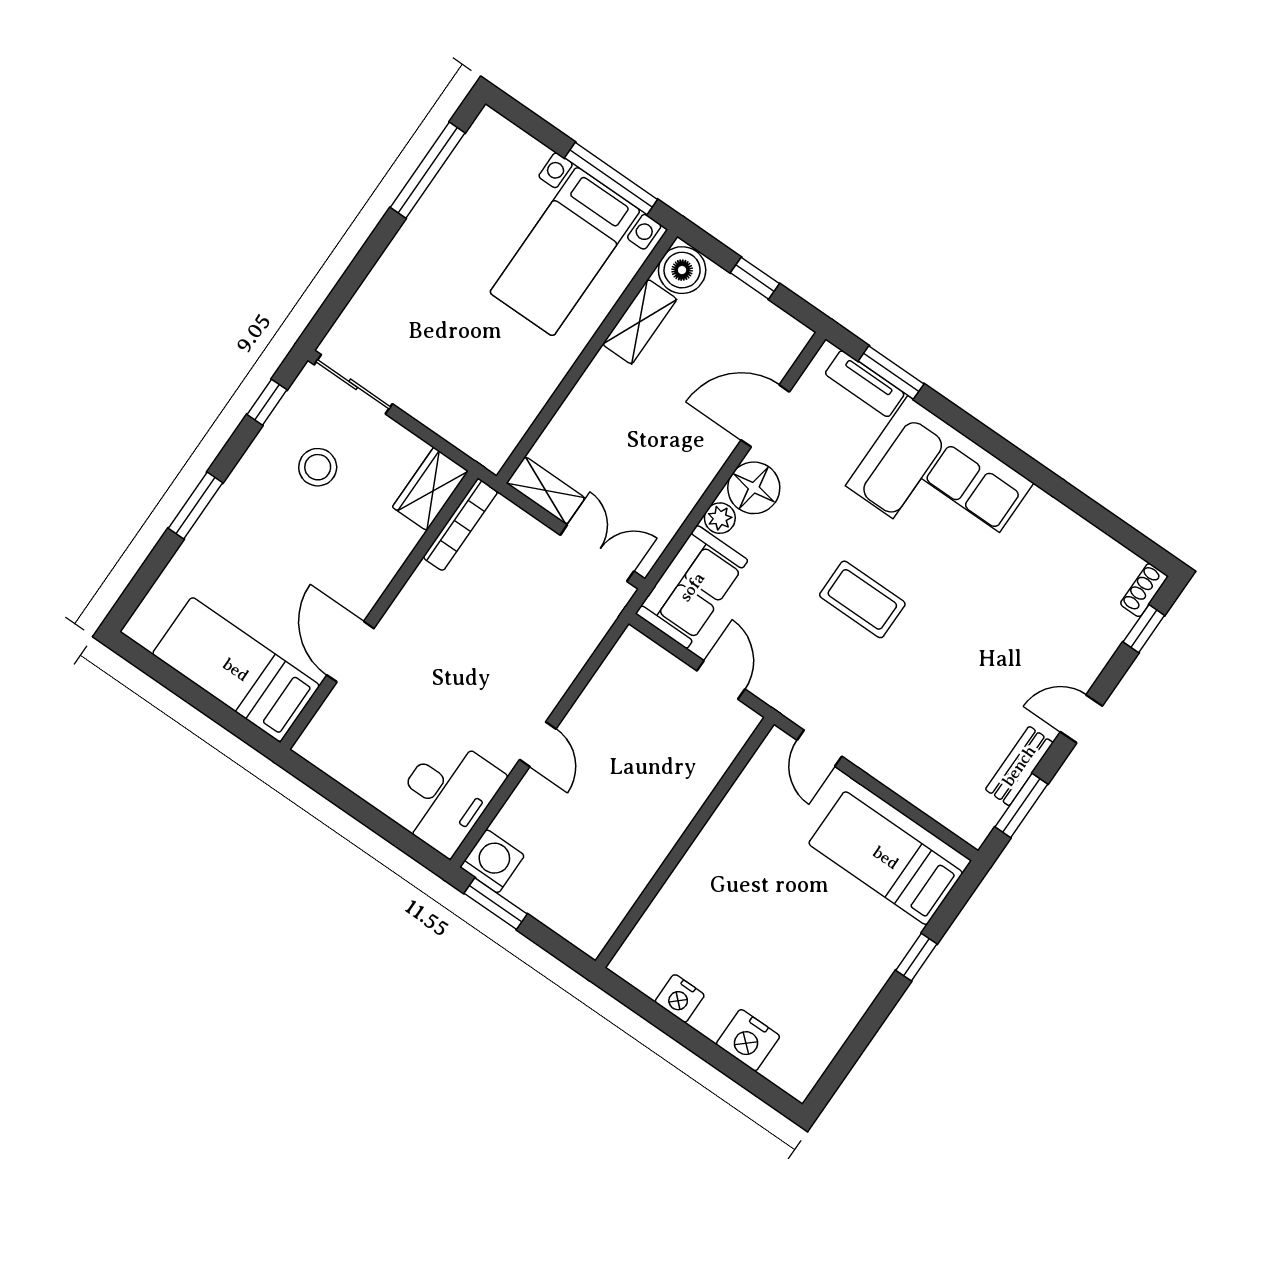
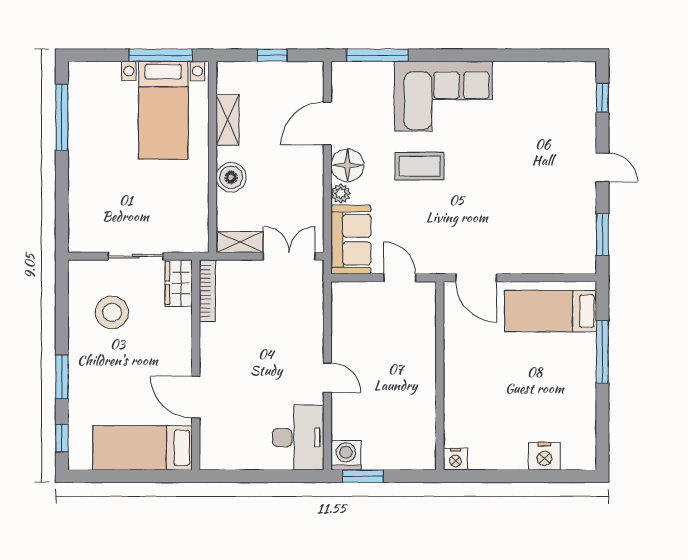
boiler: (682, 270) -> (231, 177), moved
window: (891, 372) -> (377, 55), width x1.44
sliding door: (353, 384) -> (136, 256), moved
tv unit: (865, 384) -> (368, 71), removed
window: (267, 402) -> (62, 438), moved
stool: (318, 467) -> (112, 312), width x1.38, depth x1.38
shoe rack: (1144, 590) -> (589, 77), removed
coffee table: (862, 599) -> (420, 166), moved
door: (1081, 719) -> (602, 167), swing flipped
door: (819, 748) -> (476, 278), width x1.38
bench: (1019, 766) -> (587, 215), removed
window: (916, 957) -> (602, 352), width x2.17
nightstand: (680, 998) -> (455, 459), moved

